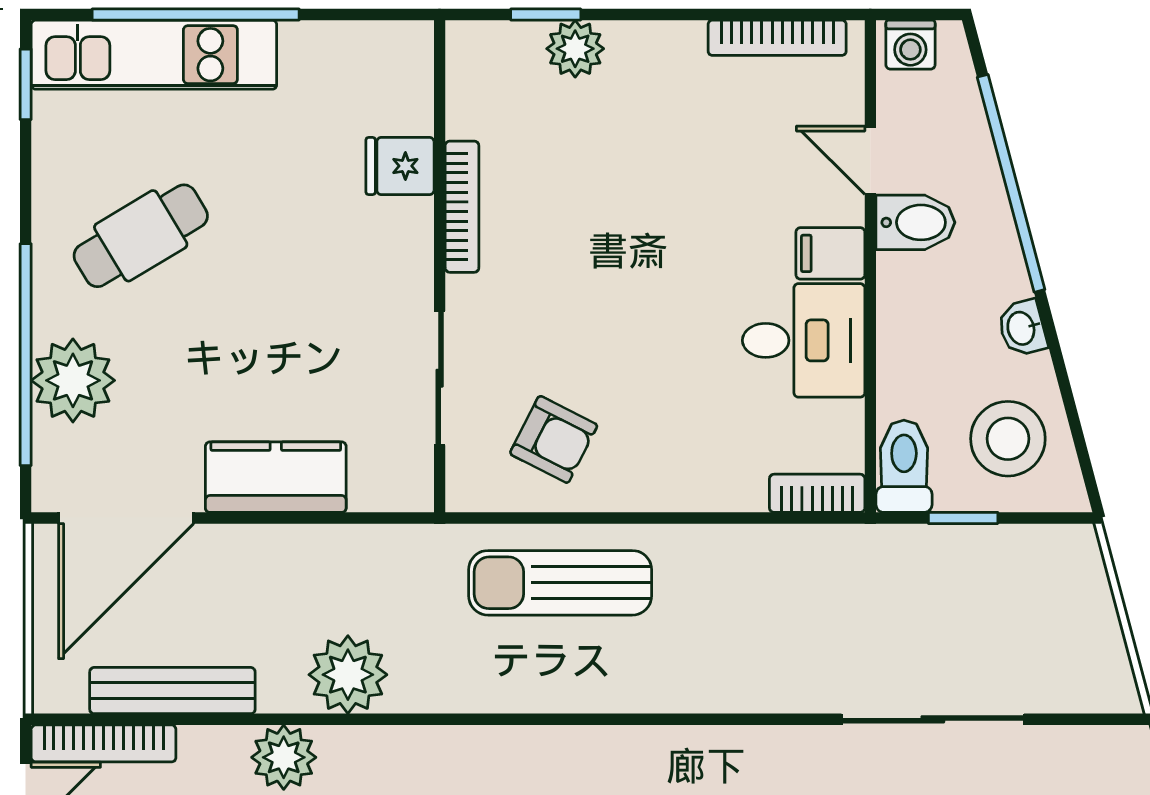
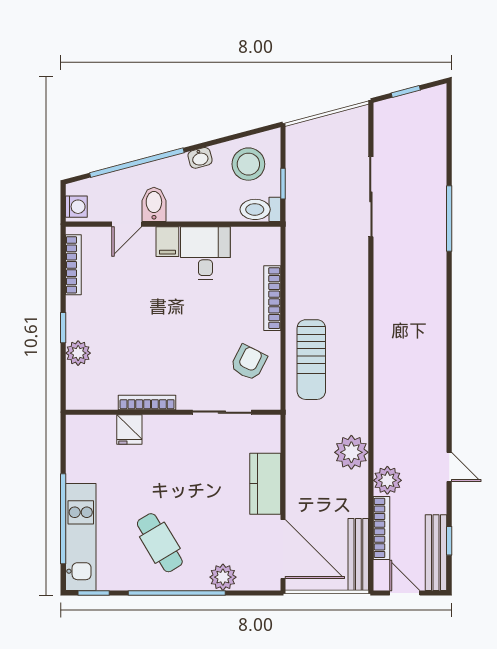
window: (546, 14) -> (63, 328), moved
window: (26, 355) -> (177, 593), moved
plant: (73, 380) -> (223, 577), width x0.73, depth x0.73
bookcase: (817, 493) -> (272, 298), moved, width x1.56
bench: (172, 691) -> (358, 554), moved
bookcase: (104, 743) -> (381, 528), moved

